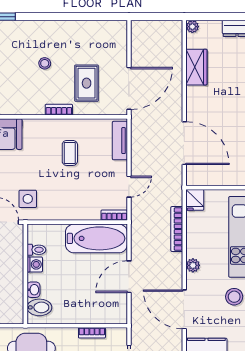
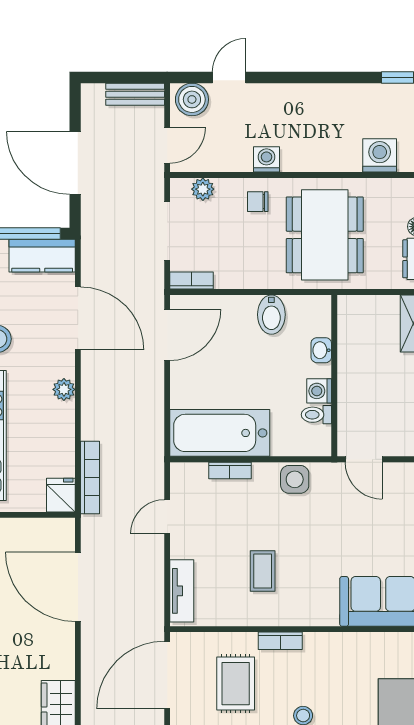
side table: (28, 199) -> (295, 479), moved
bookcase: (114, 215) -> (230, 470), moved
bookcase: (177, 229) -> (90, 478), moved
door: (129, 277) -> (167, 335), moved
bidet: (39, 307) -> (271, 315), moved, turned -90
bookcase: (92, 333) -> (191, 281), moved

